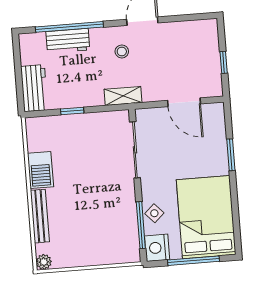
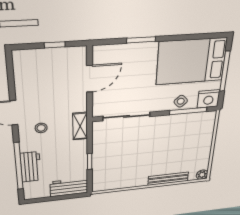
barbecue: (40, 170) -> (134, 180), removed

